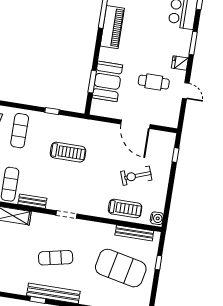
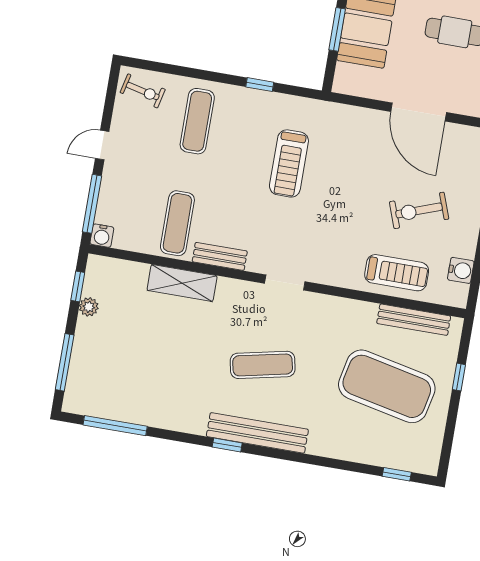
treadmill: (68, 152) -> (289, 163), turned 90
water cooler: (157, 218) -> (461, 270), moved

